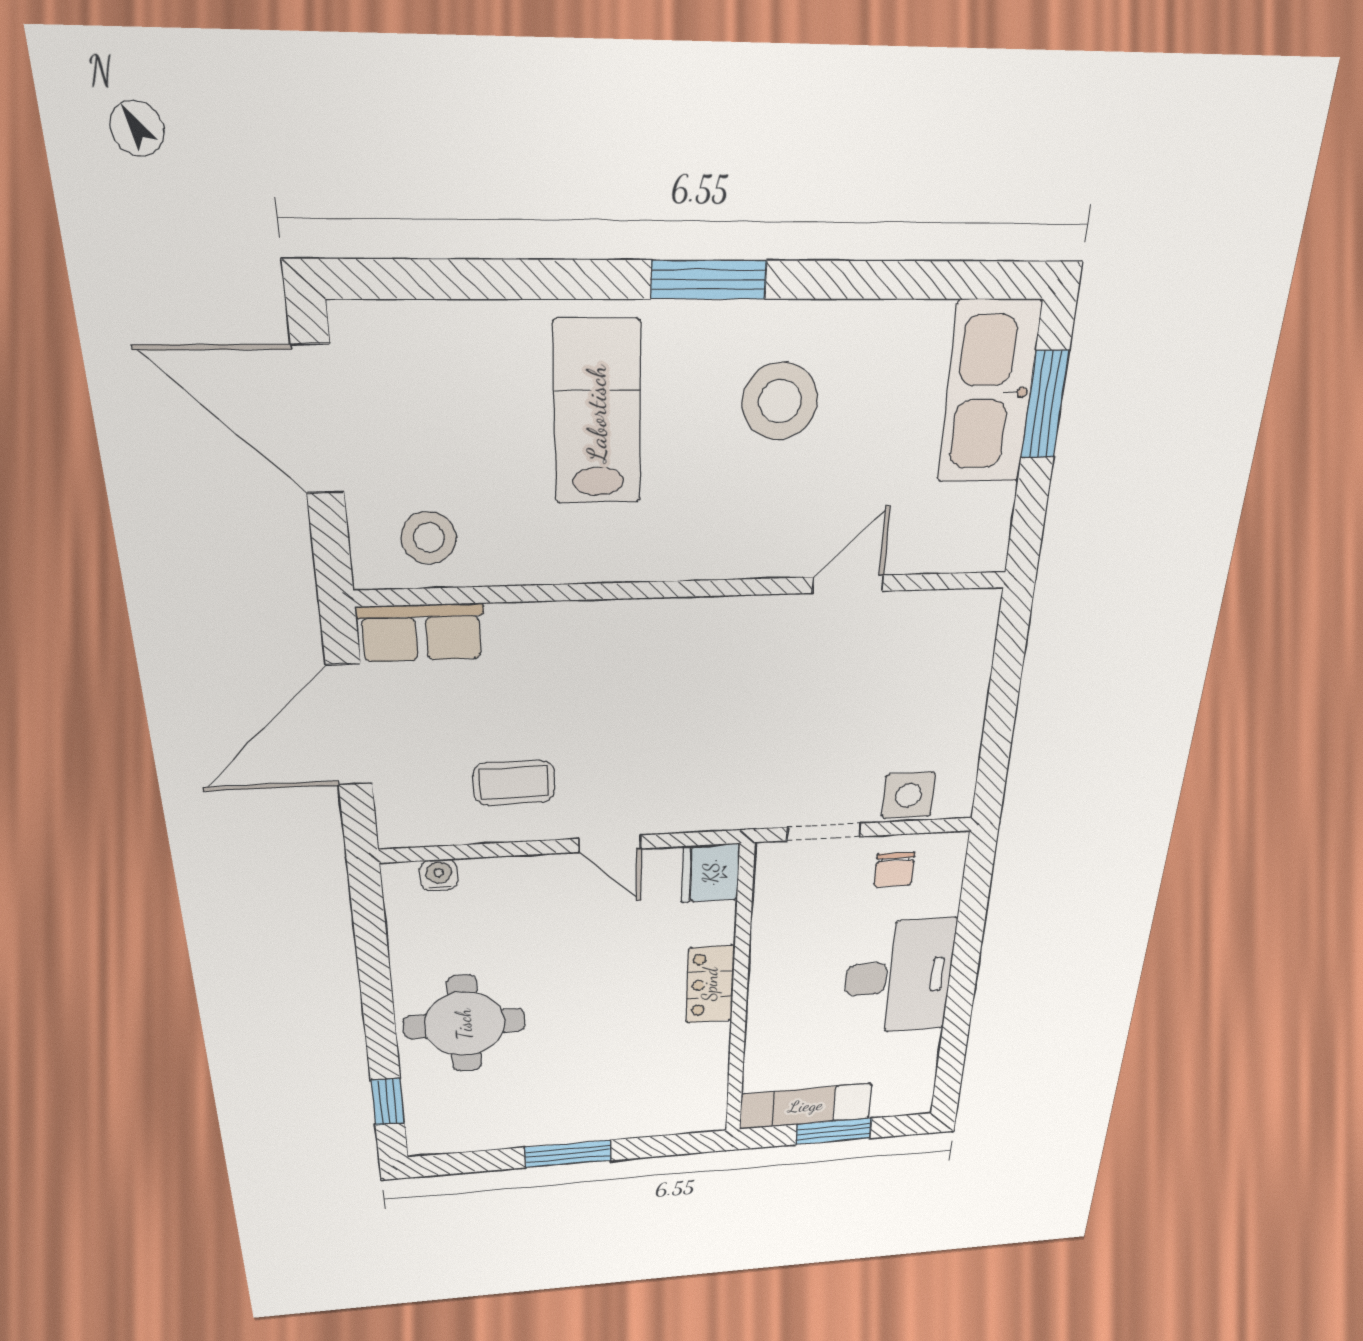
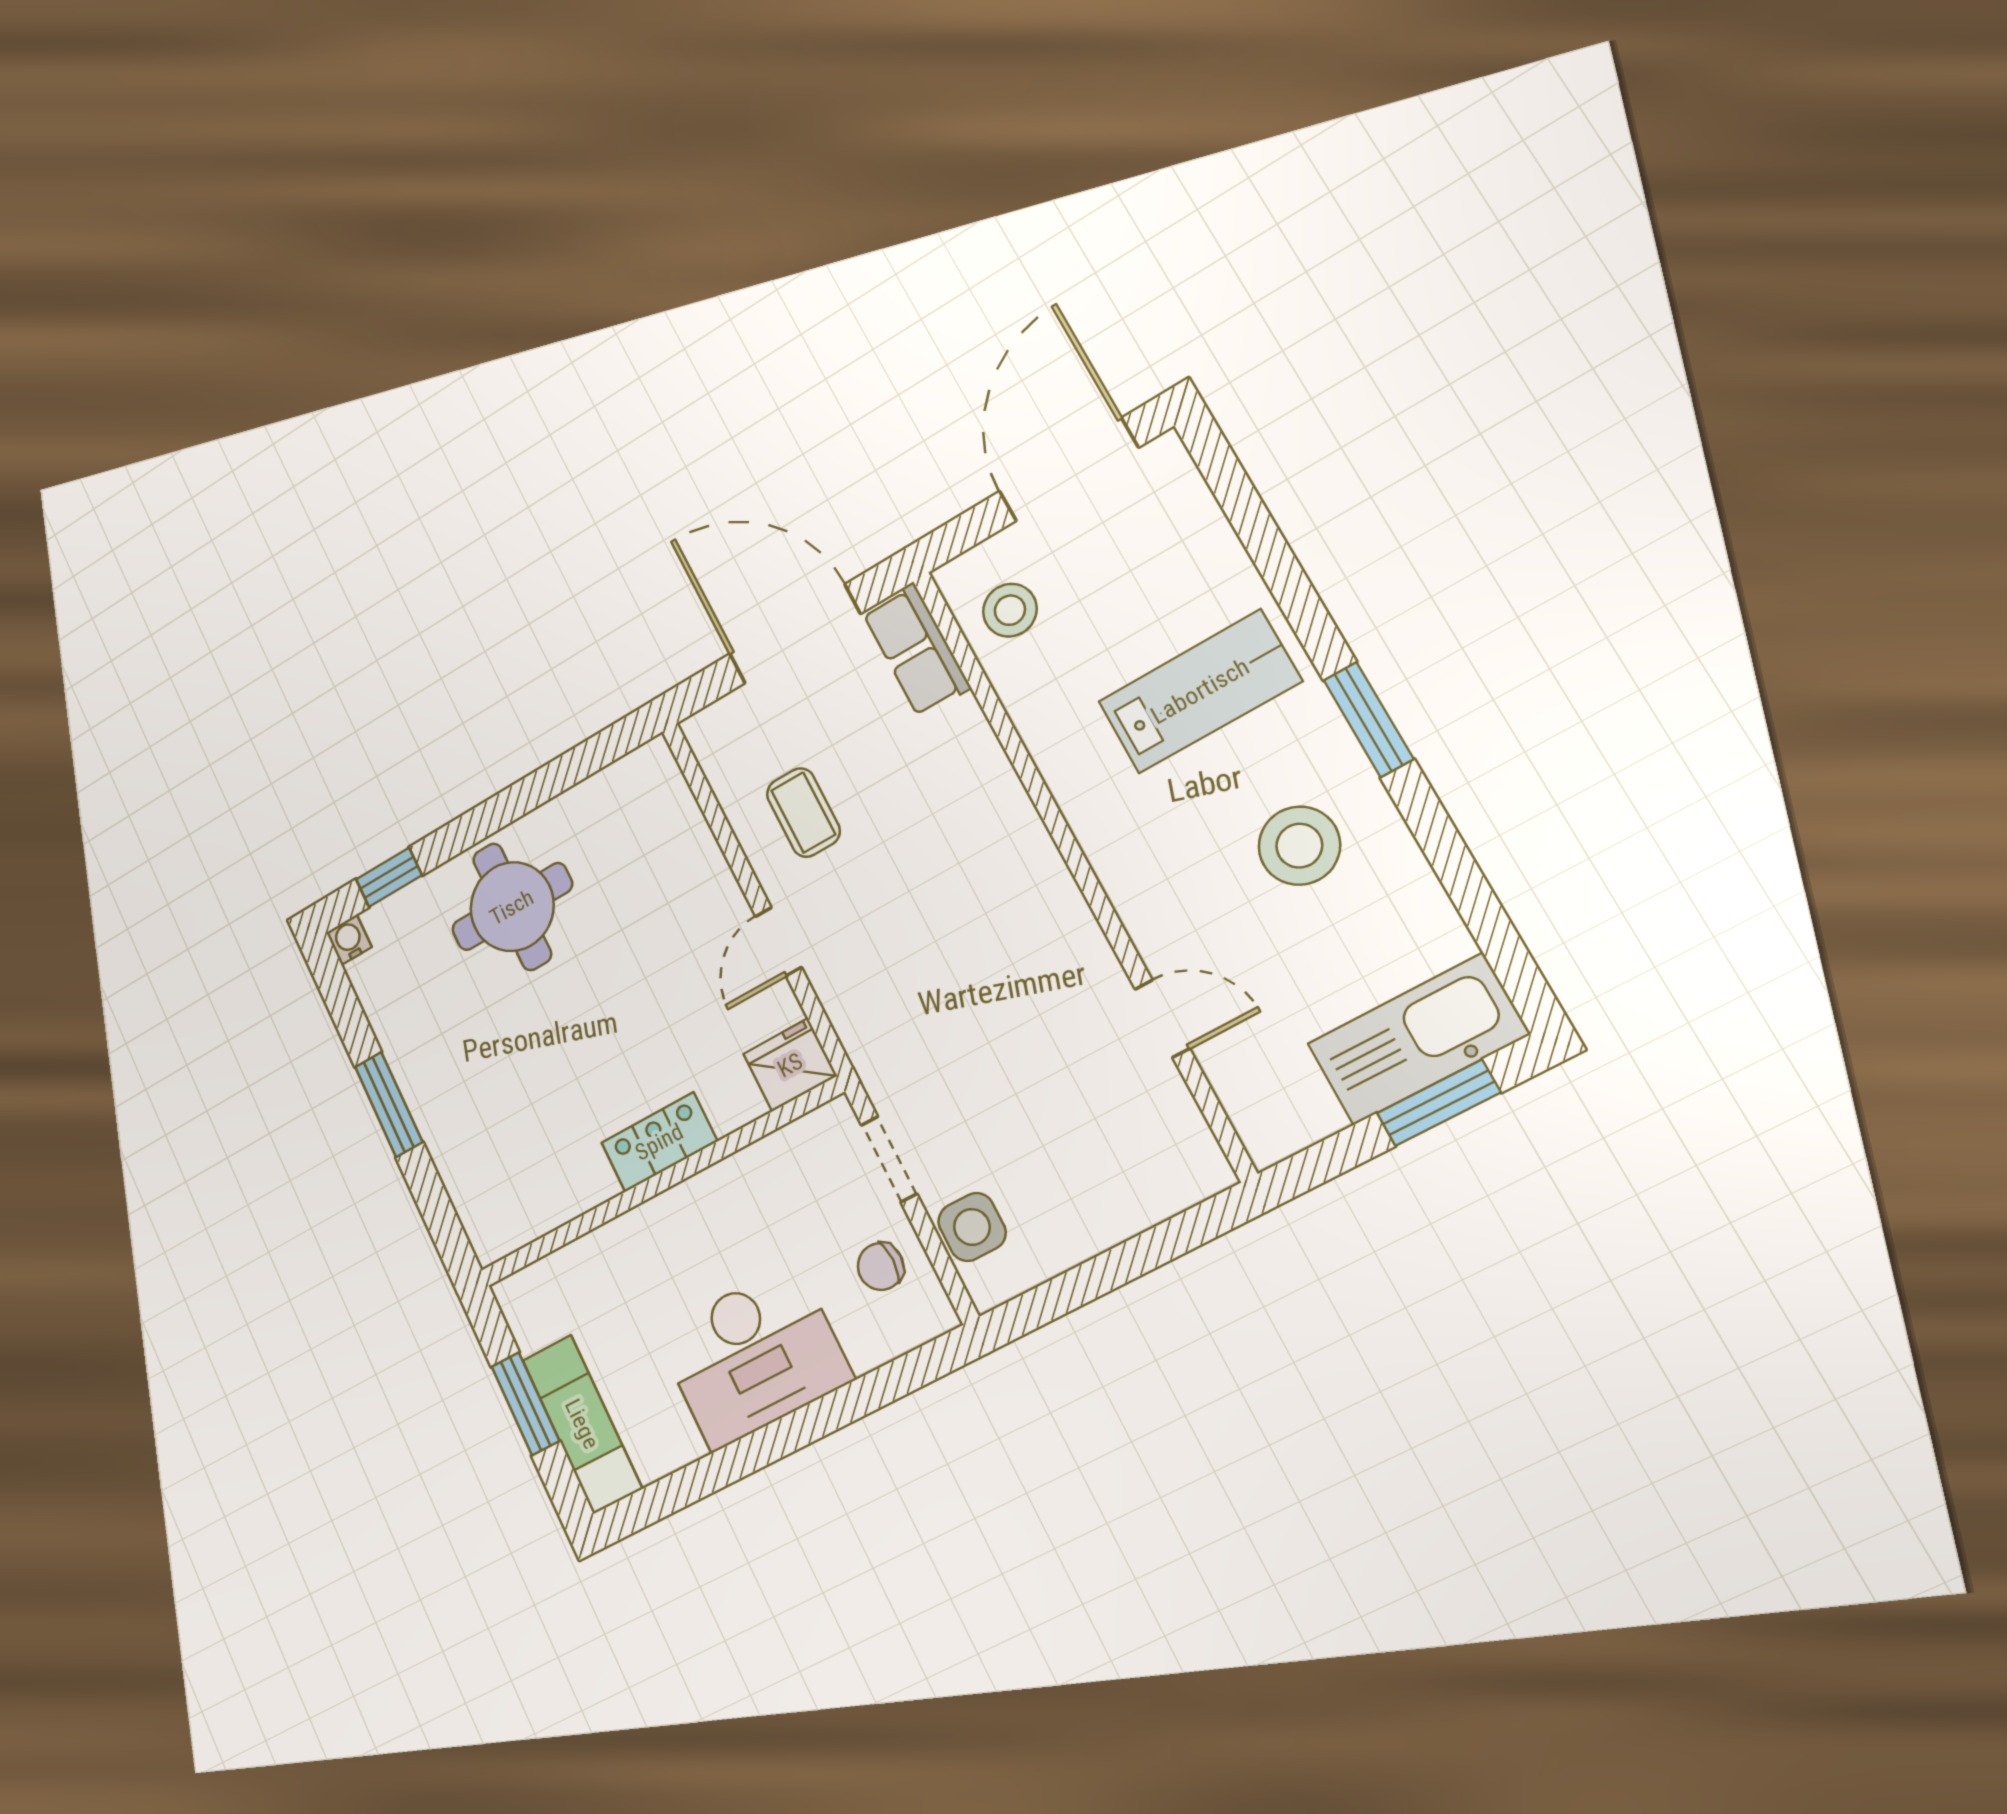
water cooler: (439, 875) -> (349, 940), moved, turned -90
exam couch: (806, 1106) -> (582, 1424), moved

